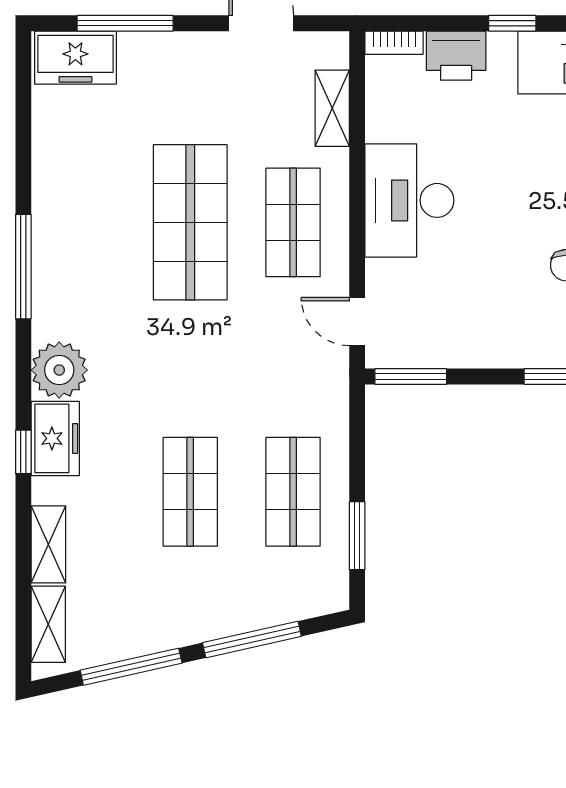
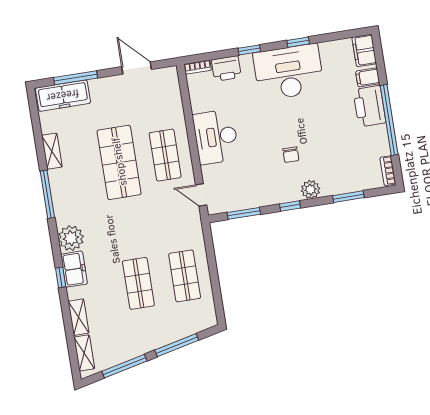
freezer: (75, 58) -> (63, 96), width x1.40
shelving: (332, 108) -> (52, 151), moved
window: (411, 377) -> (244, 213), moved
window: (357, 536) -> (216, 291), removed

